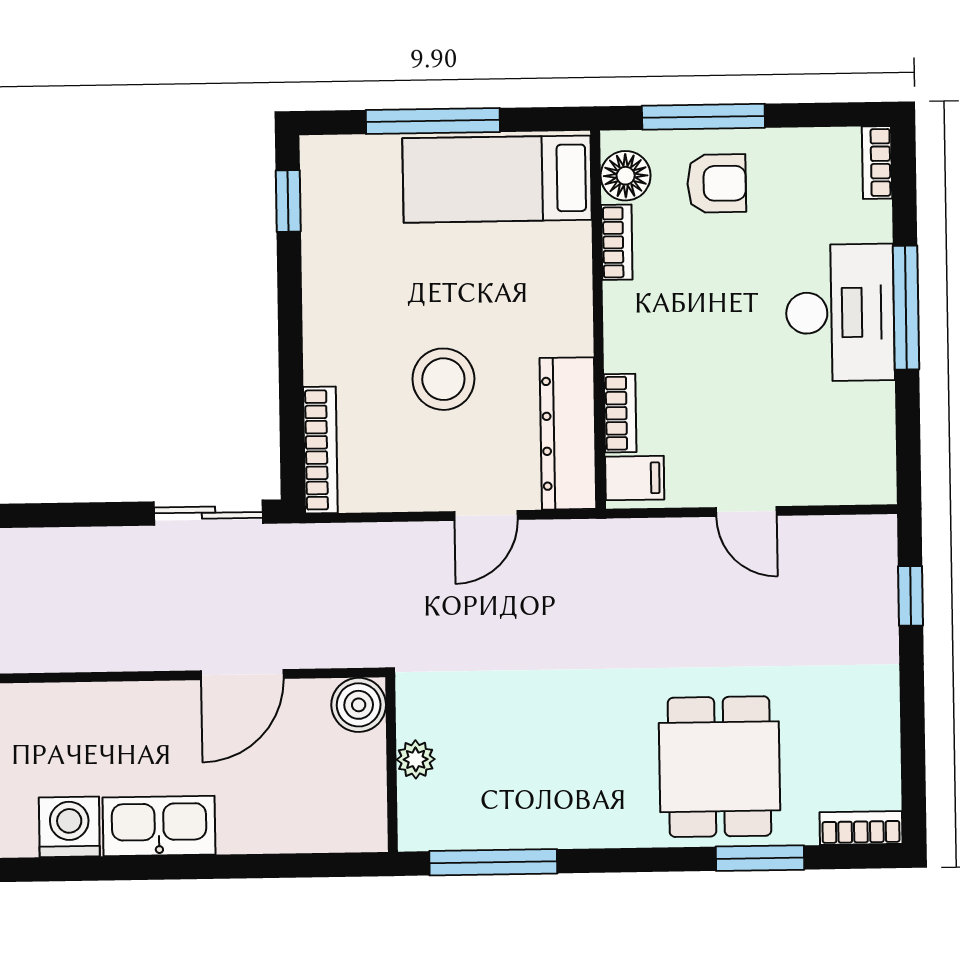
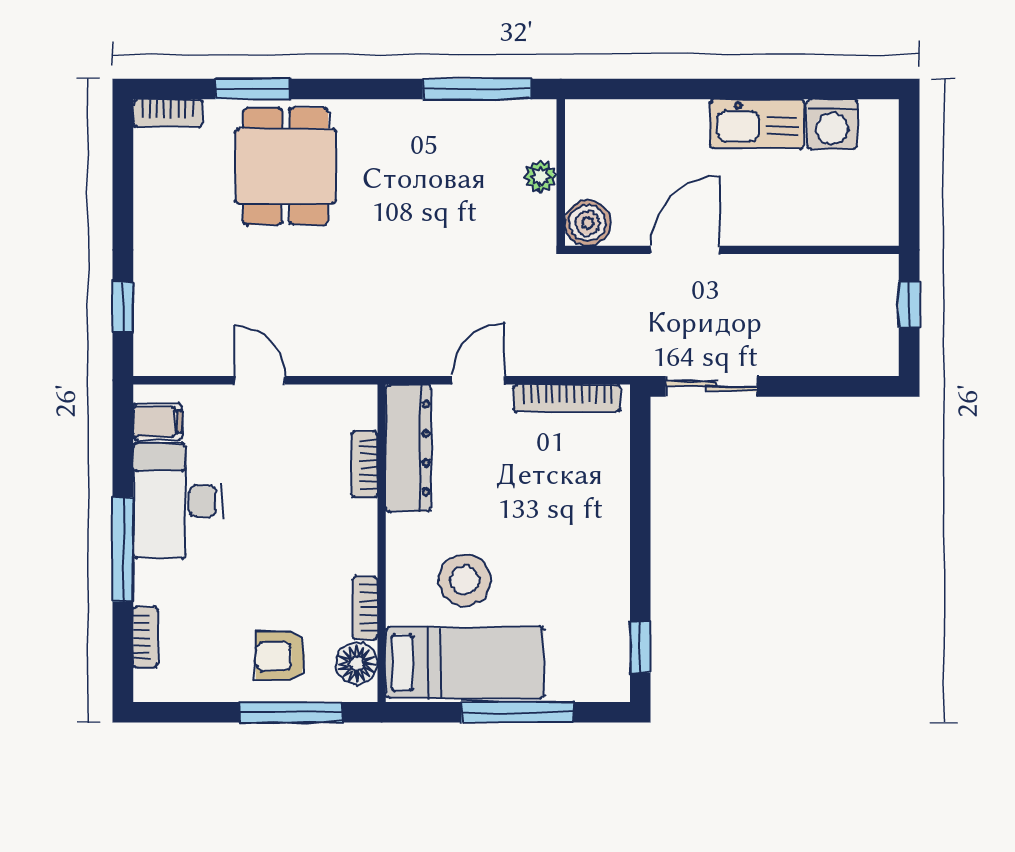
bookcase: (877, 162) -> (145, 637), moved
desk: (840, 313) -> (178, 501), moved
stool: (443, 379) -> (465, 580), moved
bookcase: (320, 450) -> (567, 398), moved, turned -90
filing cabinet: (635, 478) -> (158, 422), moved, turned 180

